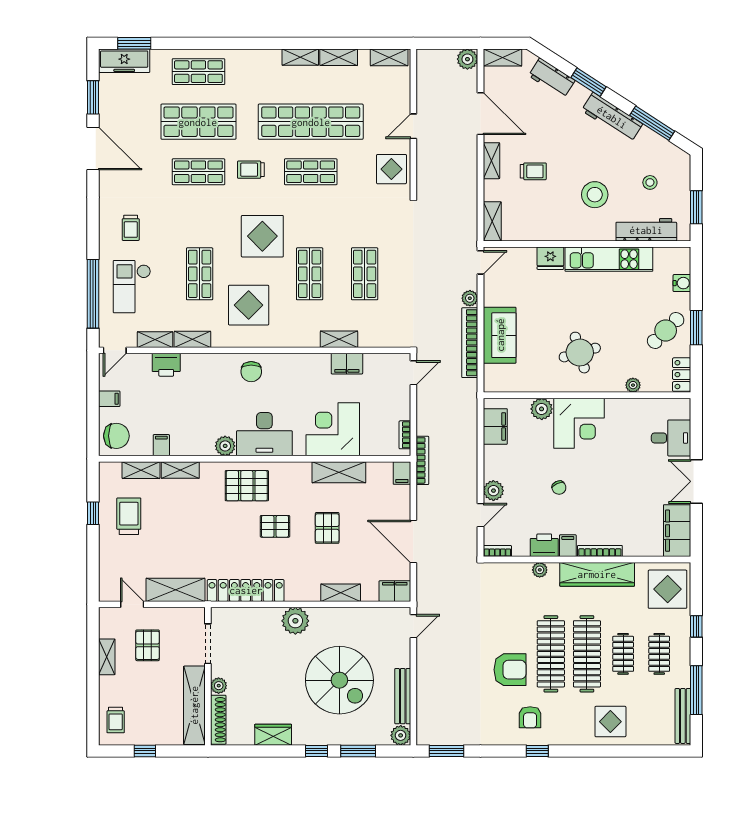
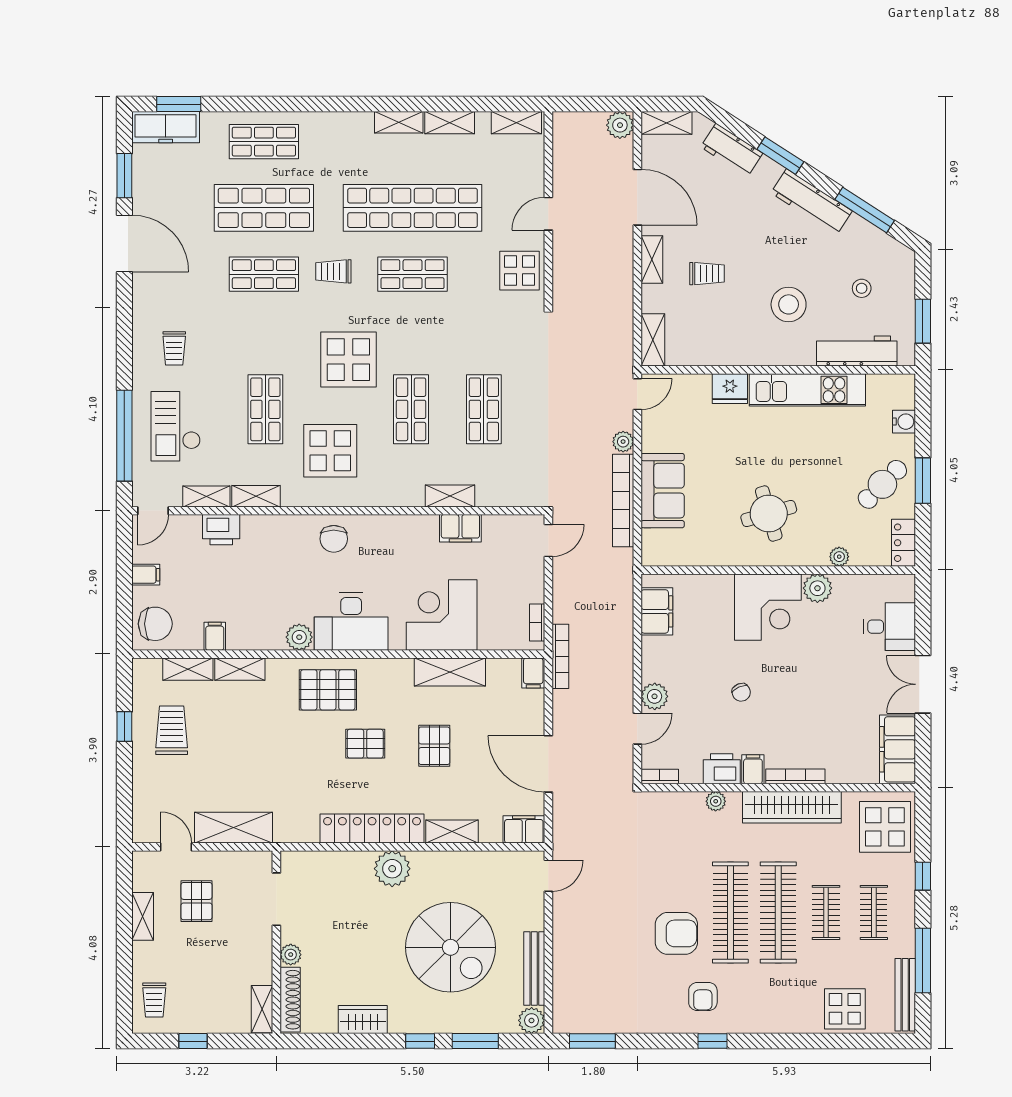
plant: (542, 409) -> (817, 588), moved
locker: (246, 590) -> (372, 829), moved
shelving: (194, 705) -> (262, 1009), width x0.45, depth x0.75
display table: (610, 722) -> (845, 1009), moved

